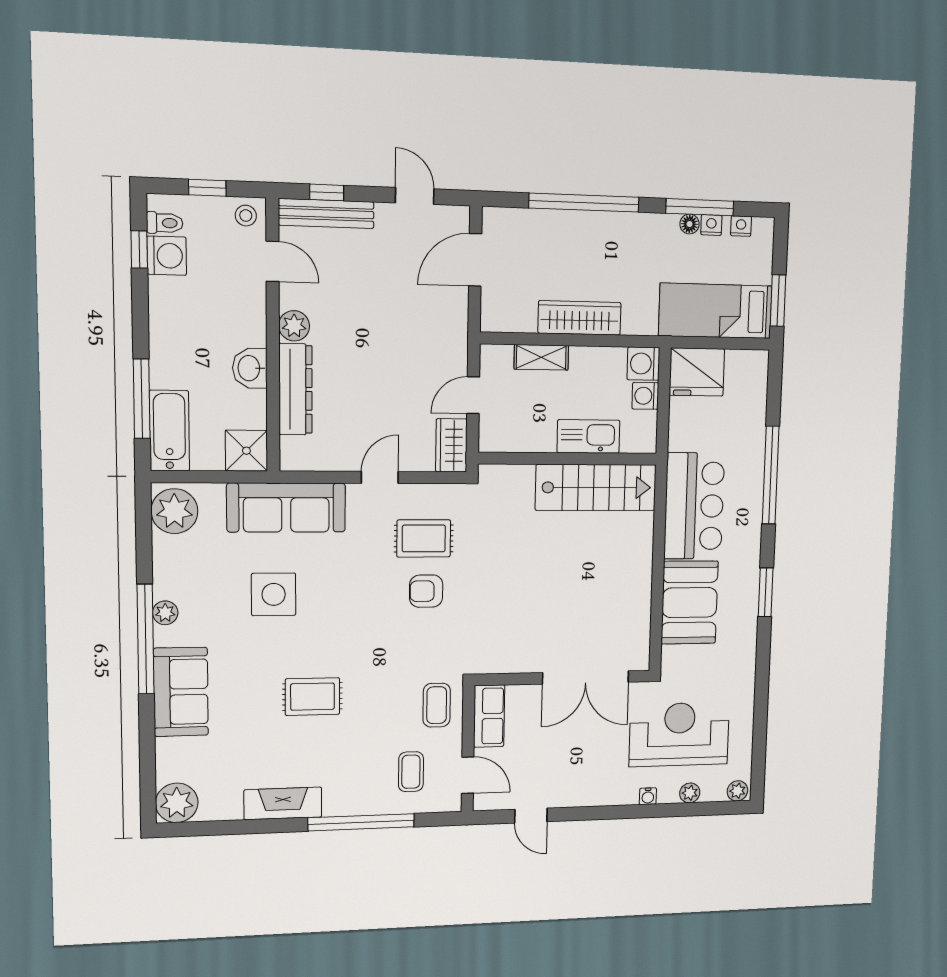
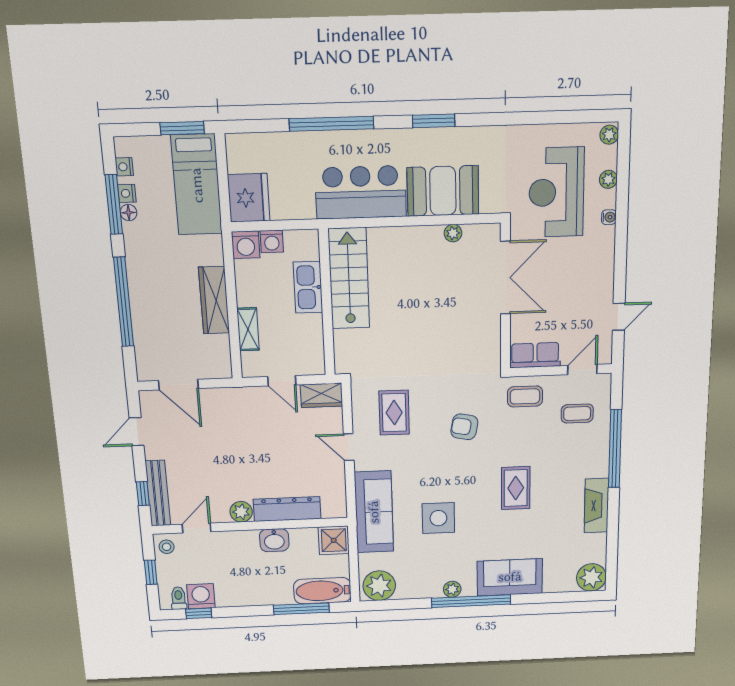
armchair: (426, 591) -> (464, 427), moved, turned 101
plant: (641, 614) -> (453, 233), added

